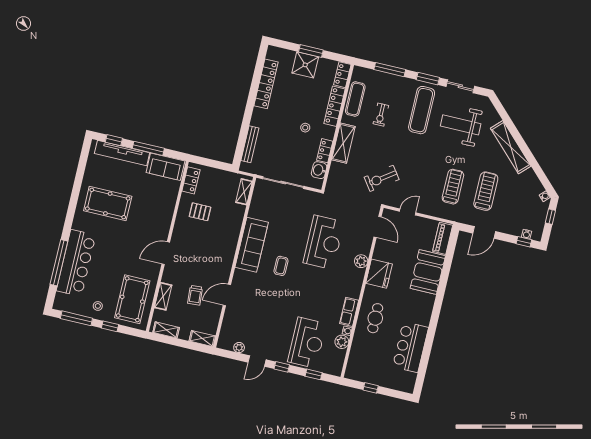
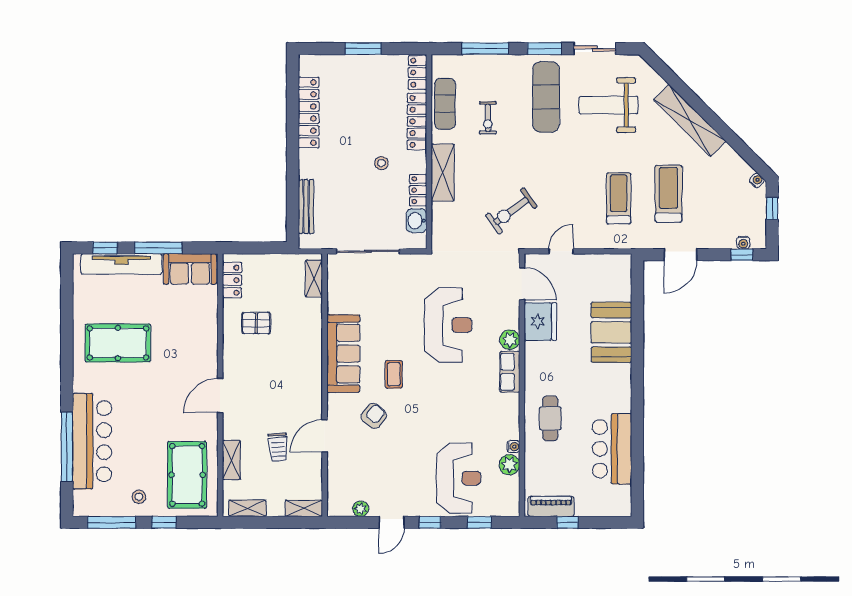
shower: (305, 65) -> (360, 71), removed
piano: (443, 238) -> (551, 506), moved, turned 90
fridge: (379, 274) -> (540, 322), moved
armchair: (262, 290) -> (374, 416), added
row of seats: (349, 312) -> (510, 372), moved

